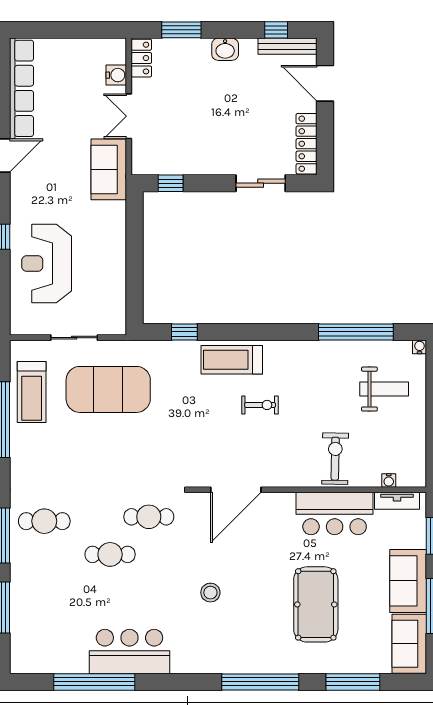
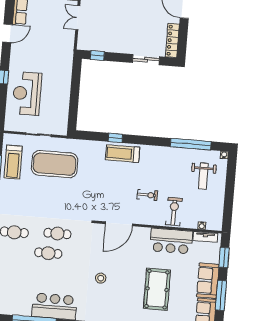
sofa: (109, 169) -> (65, 46), removed
window: (184, 332) -> (115, 138), moved
weight bench: (384, 389) -> (203, 176), turned 90
exercise bike: (260, 405) -> (147, 195), moved
cafe table: (149, 517) -> (57, 233), moved

